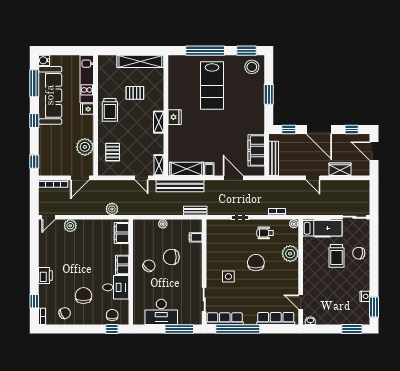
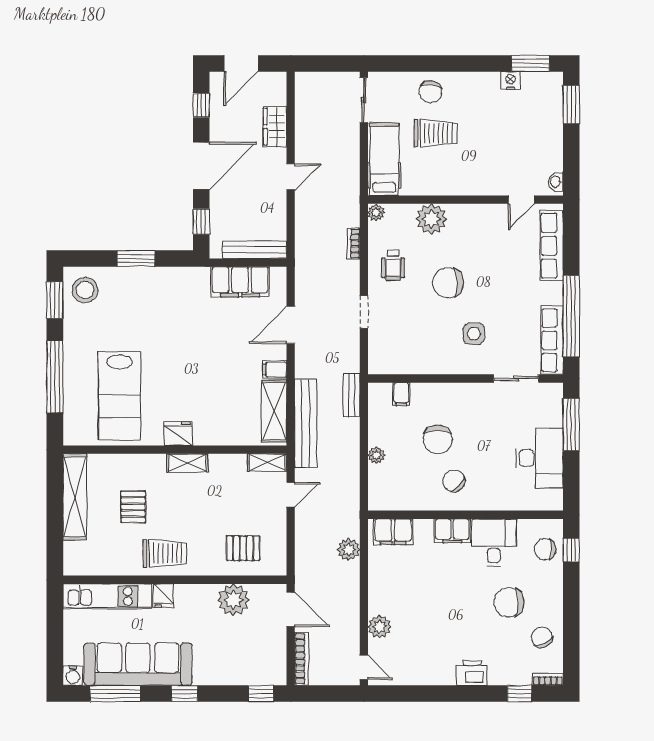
lab bench: (212, 86) -> (119, 396), moved, turned 90

